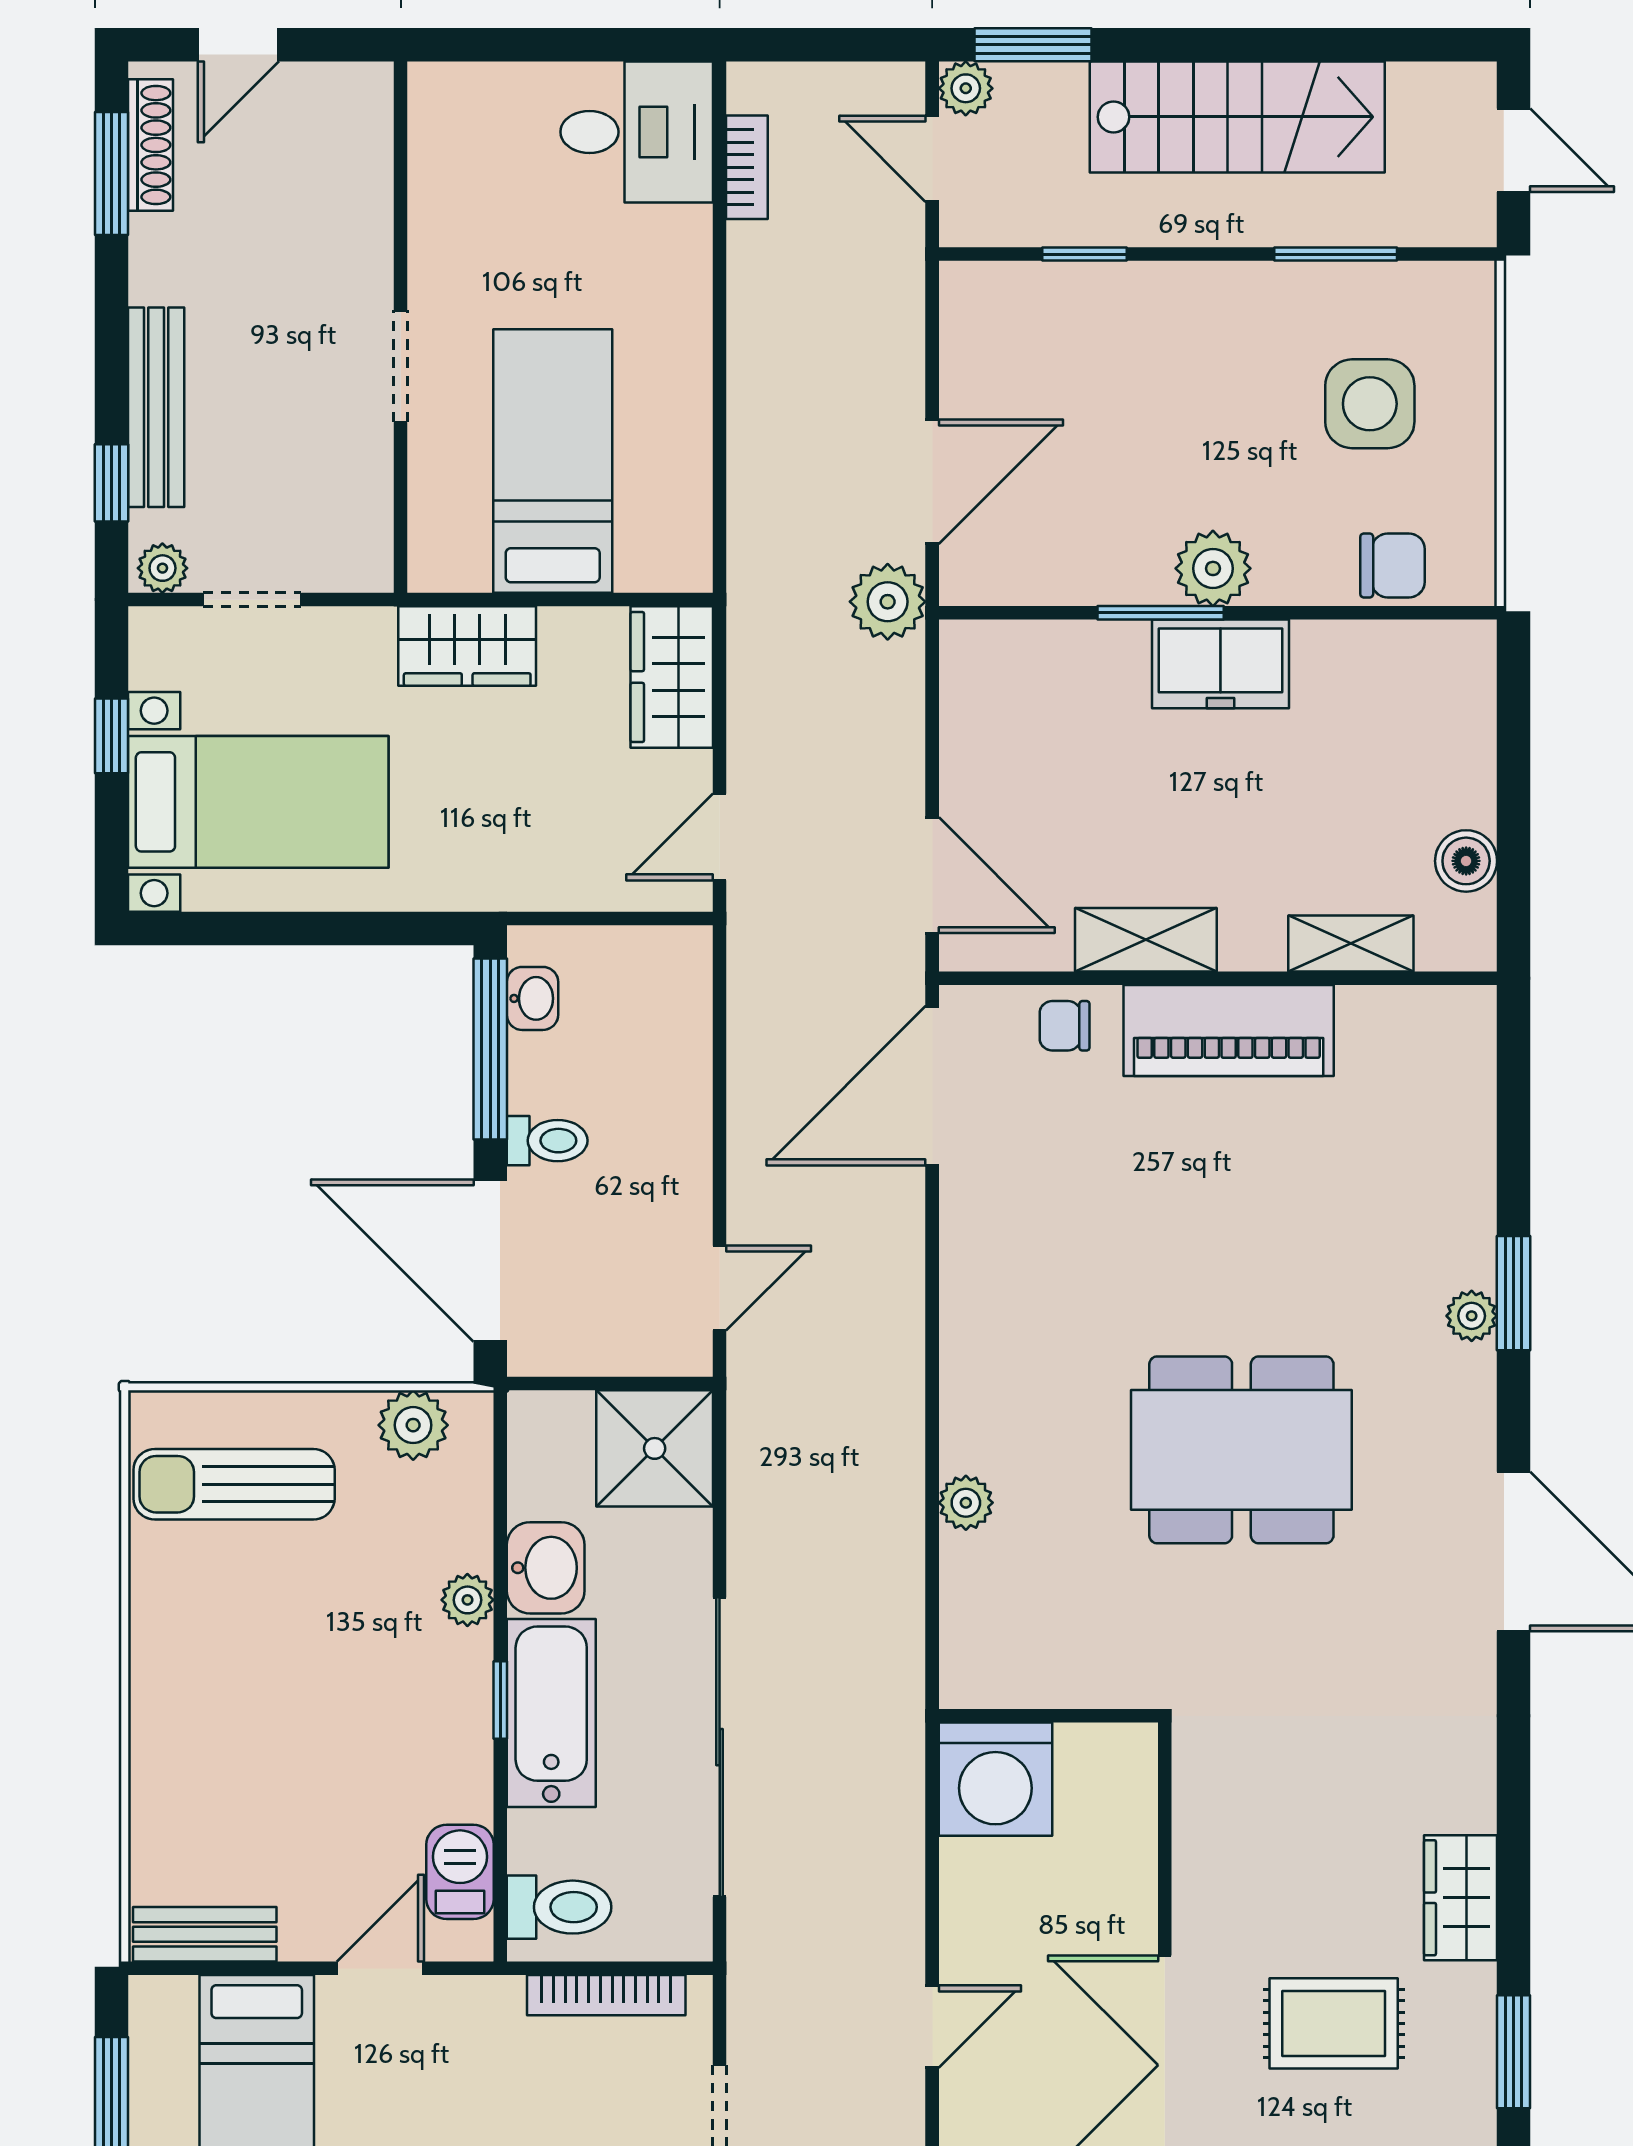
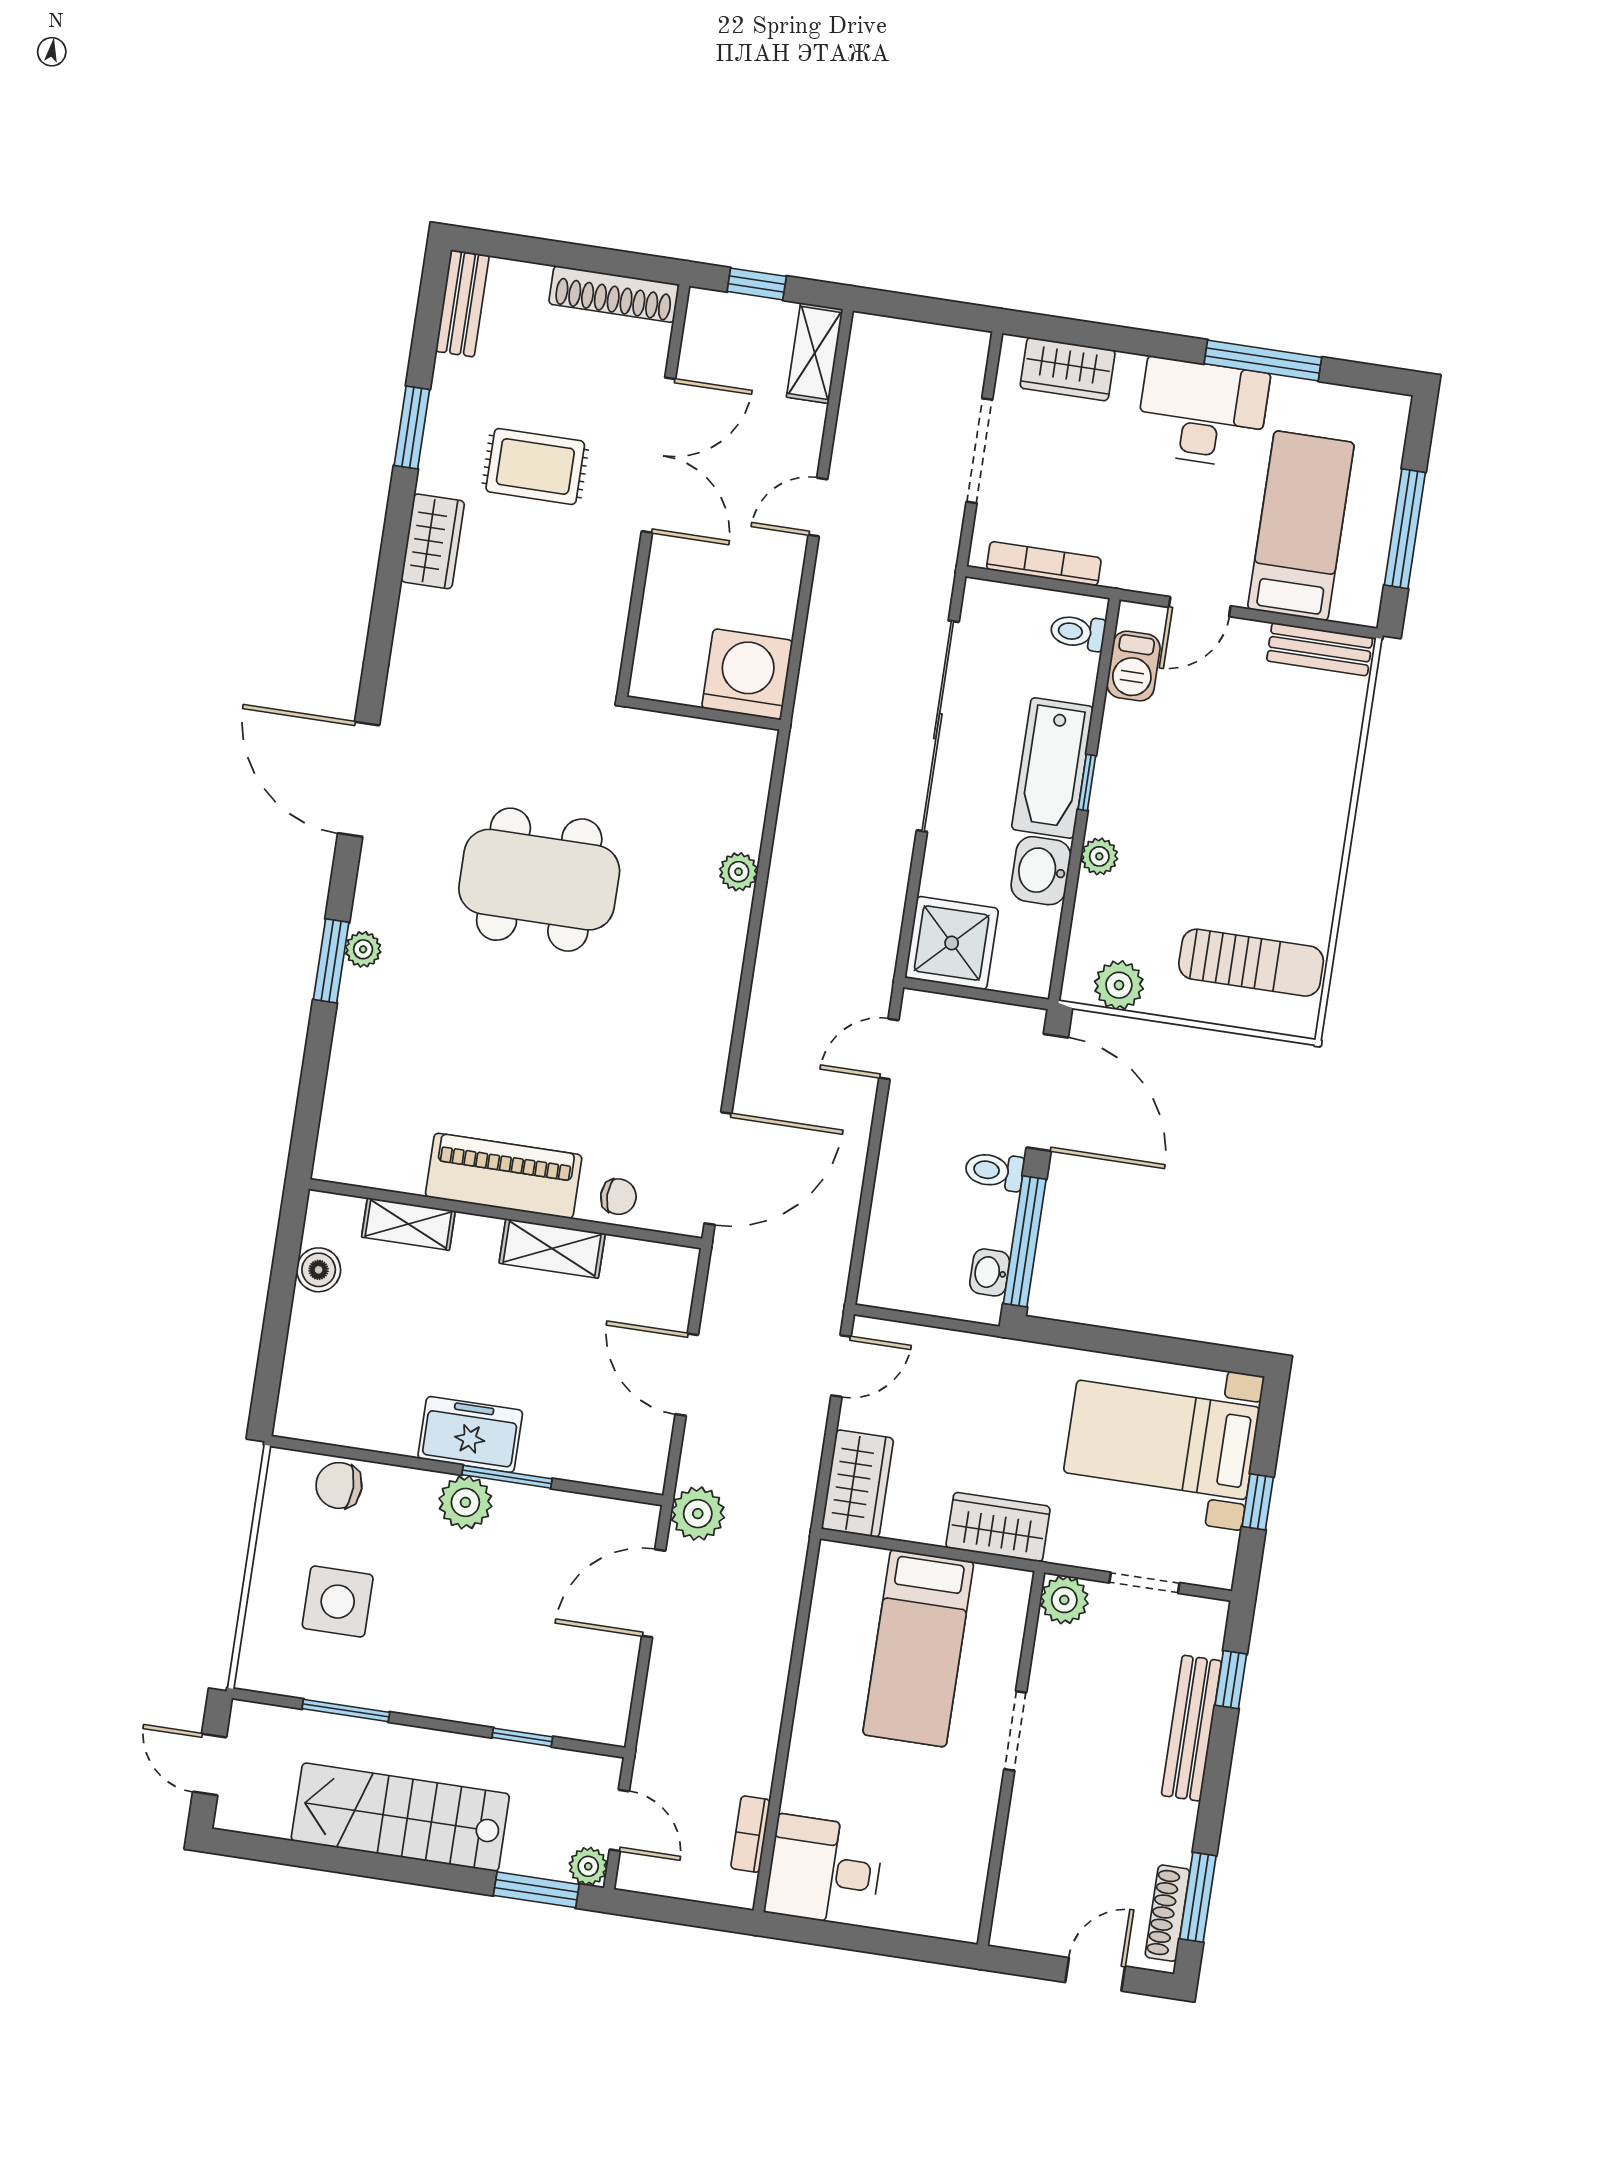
plant: (162, 568) -> (1064, 1600), moved, width x1.38, depth x1.38
door: (932, 875) -> (687, 1375), moved
toilet: (559, 1907) -> (1078, 632), width x0.73, depth x0.72

